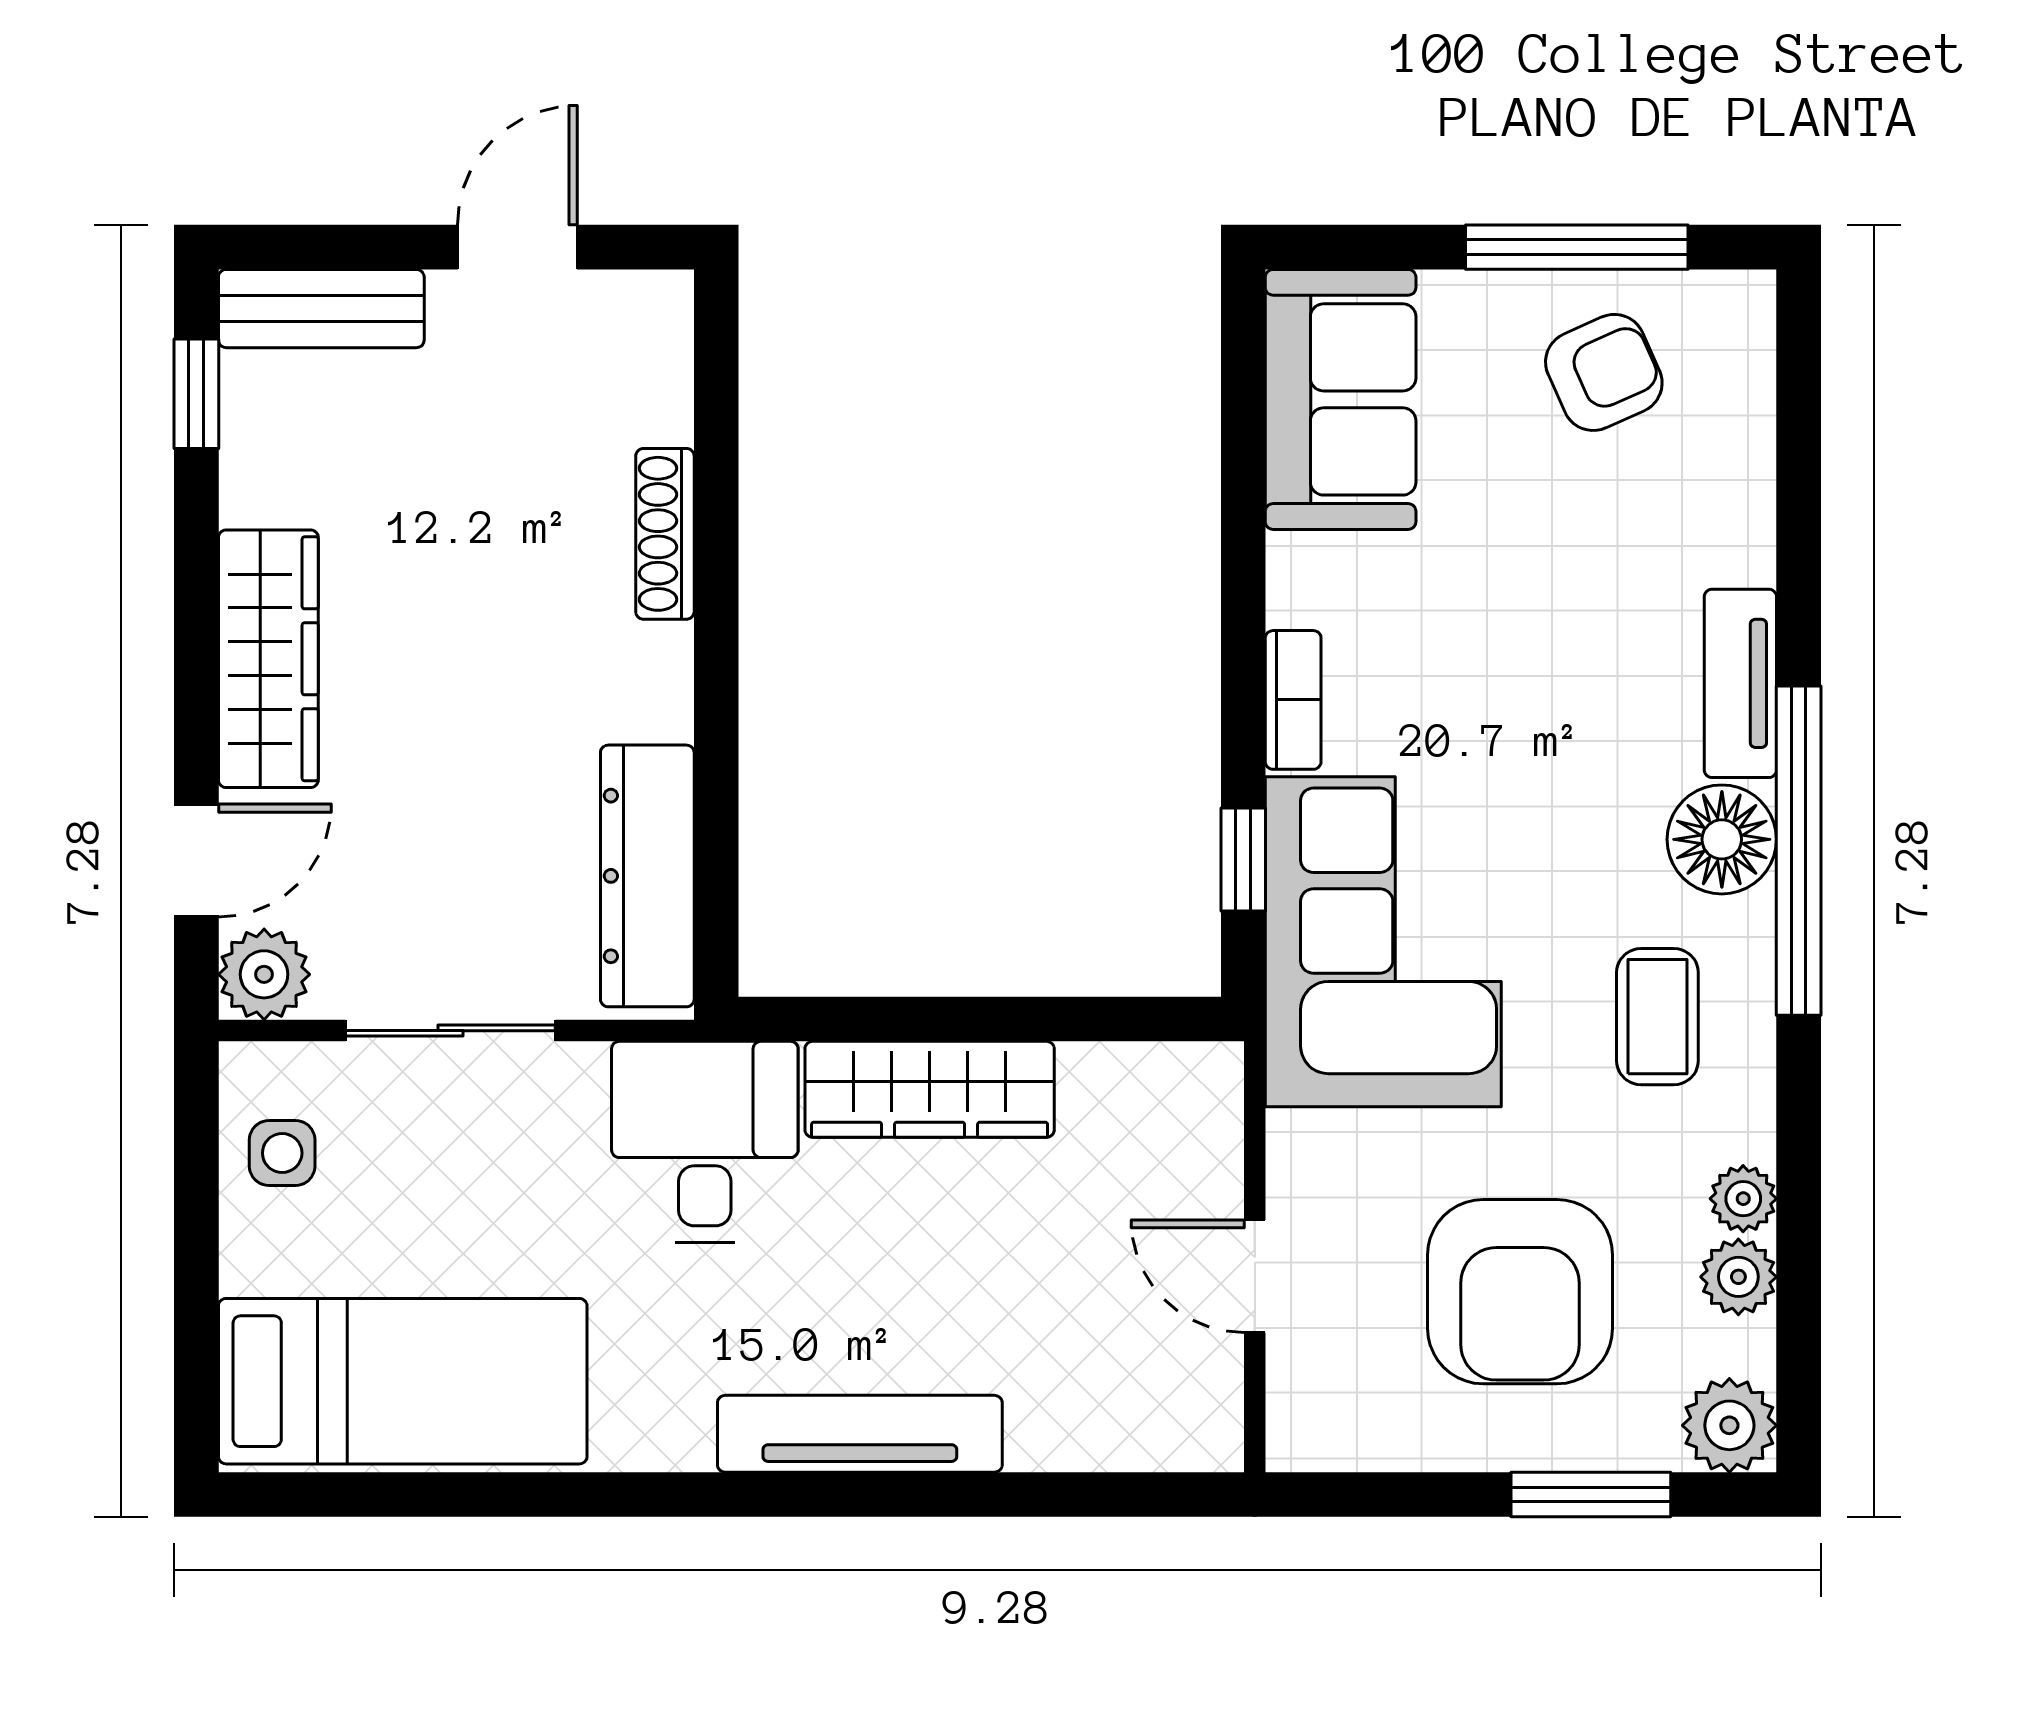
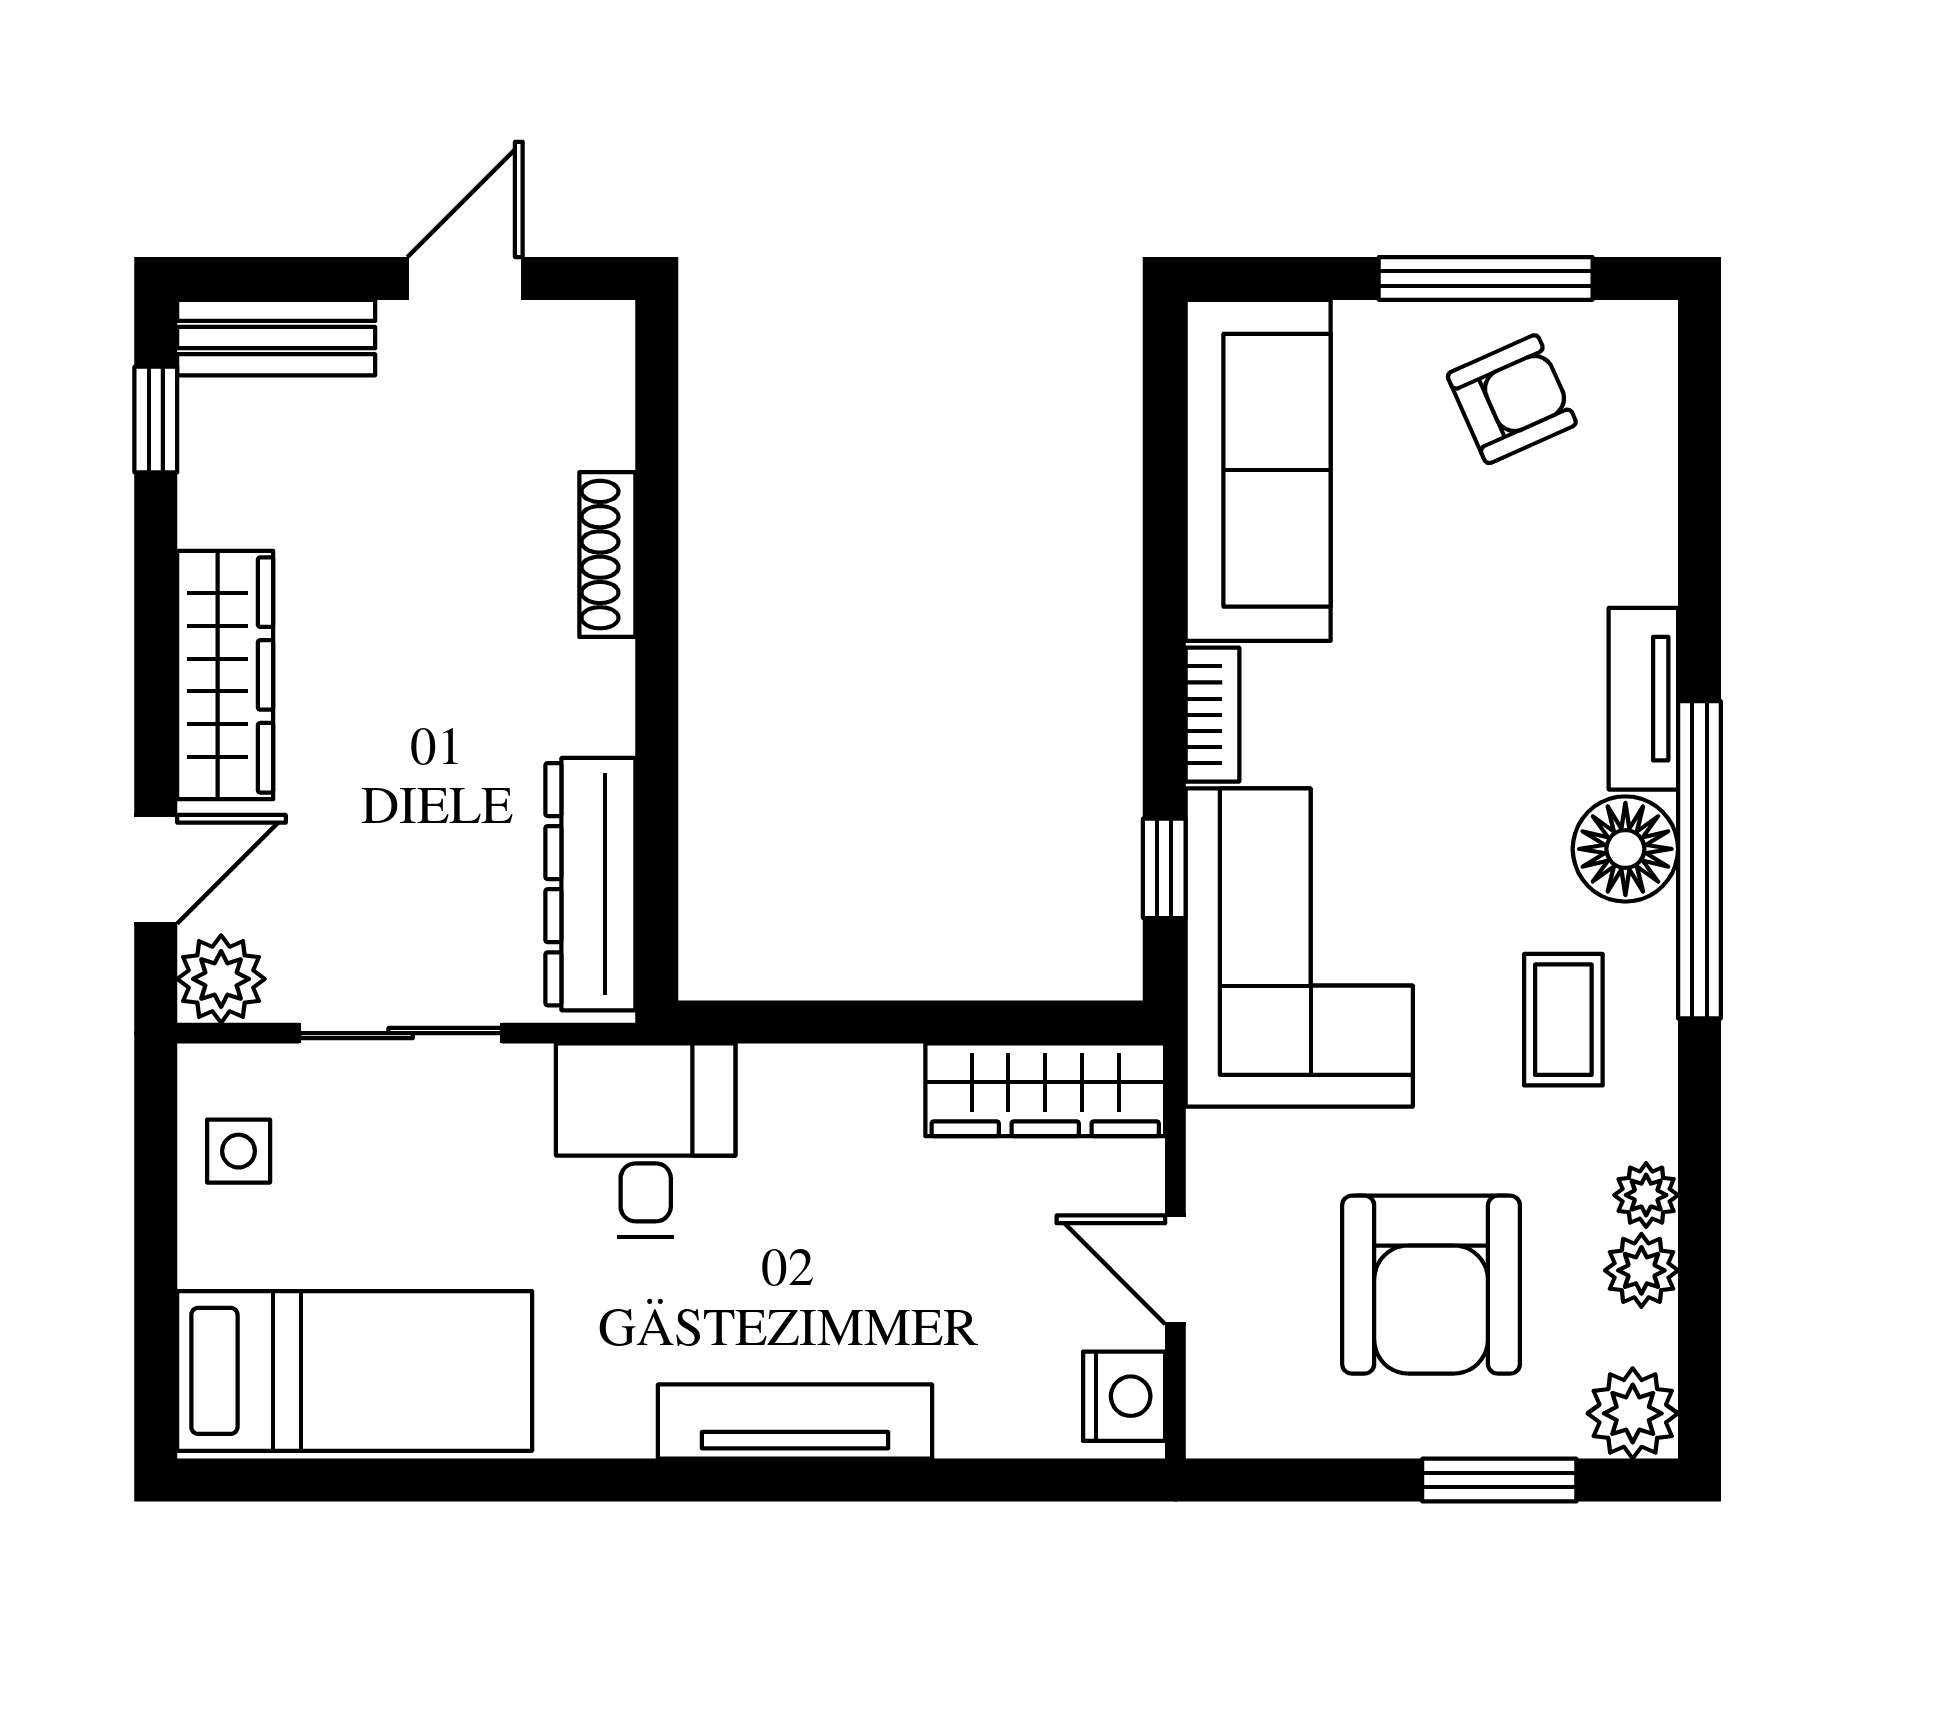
sofa: (1341, 399) -> (1258, 470), width x1.36
wardrobe: (930, 1089) -> (1045, 1090), moved
nightstand: (1201, 1407) -> (1124, 1396), added

